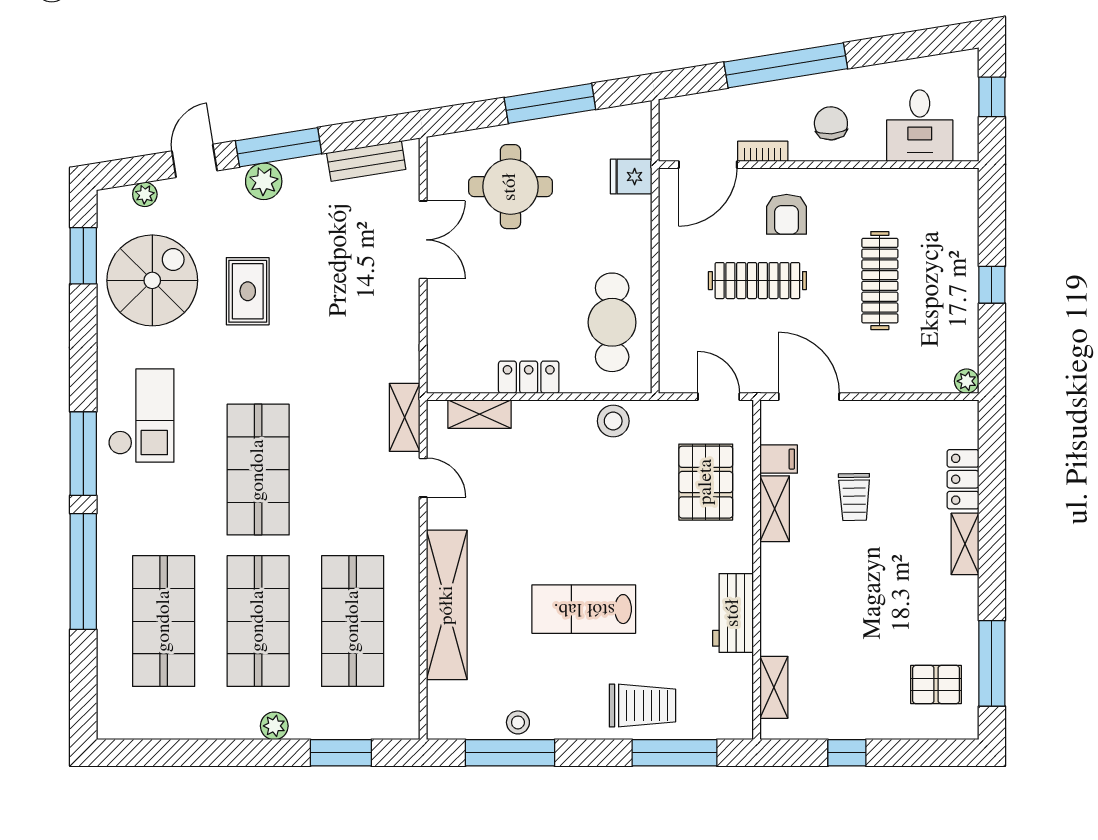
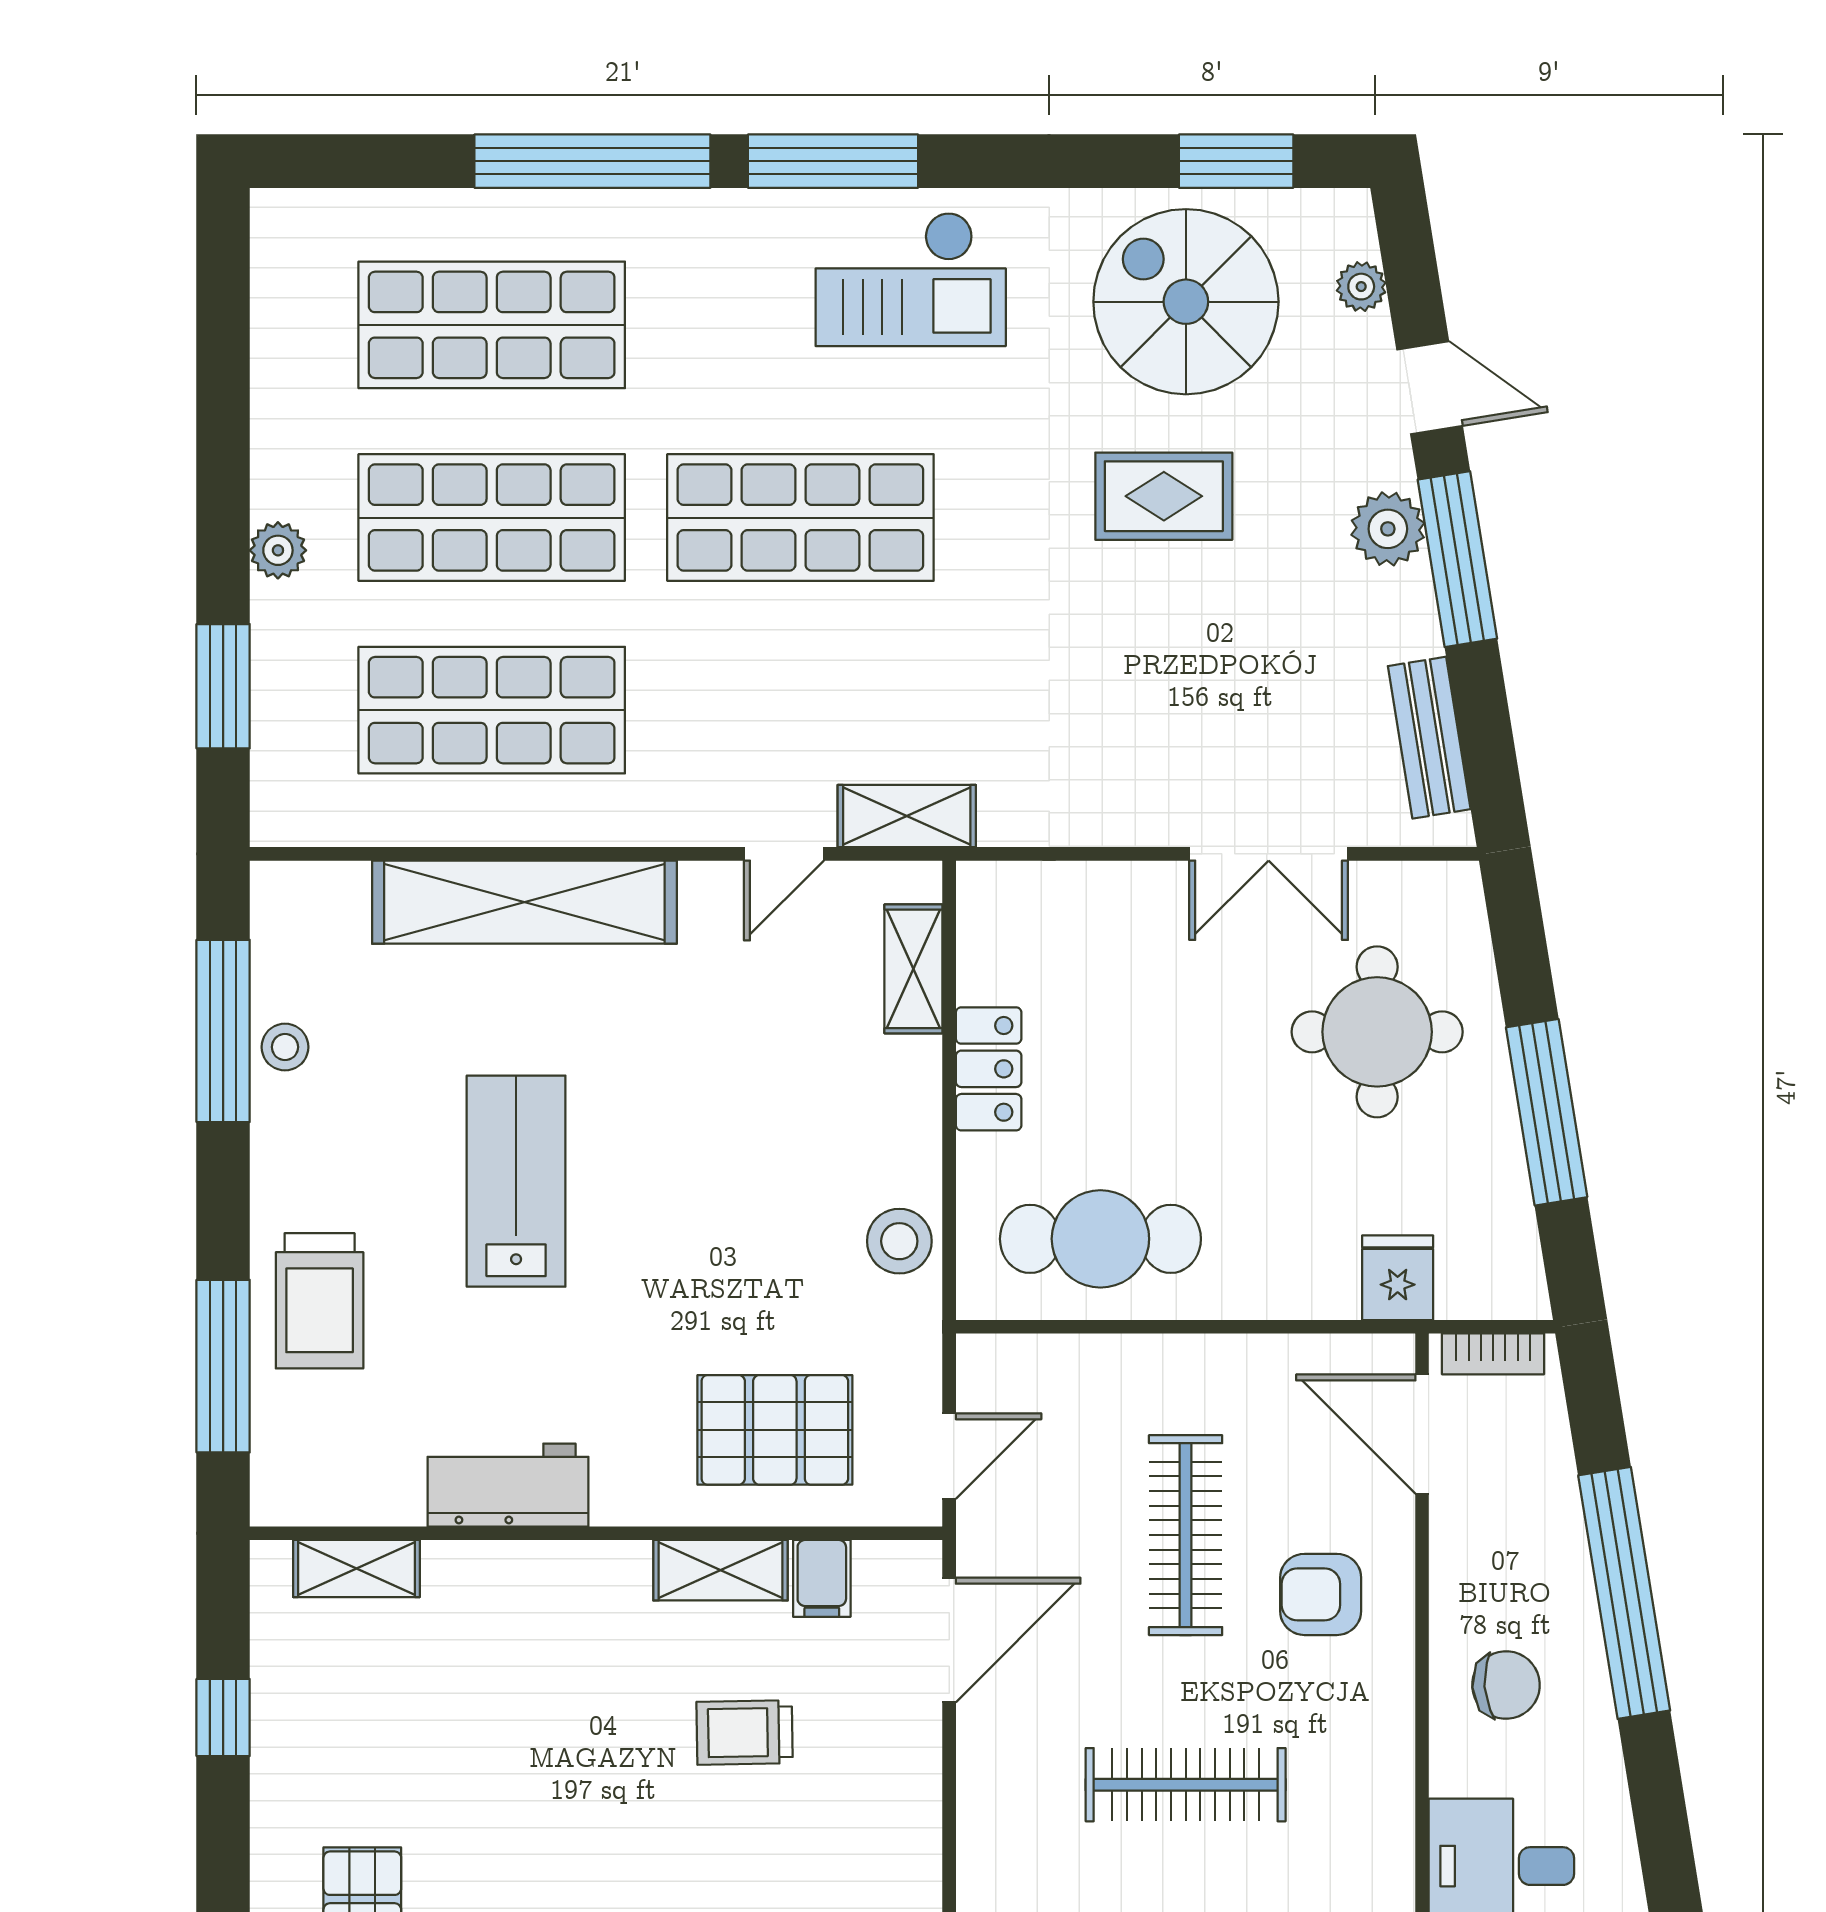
bookcase: (763, 151) -> (1493, 1354), moved, turned 90
spiral stairs: (152, 280) -> (1186, 302), turned 180

